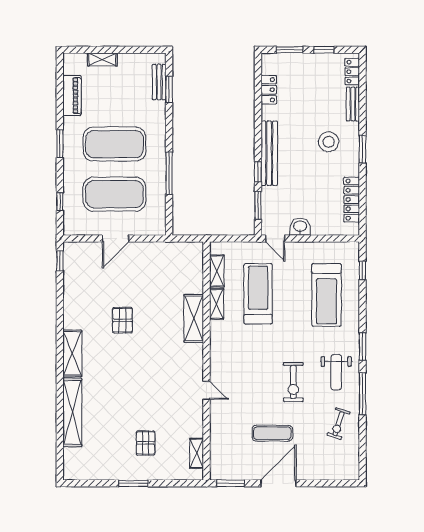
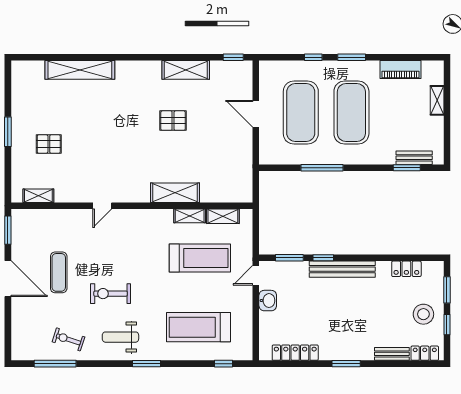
stool: (329, 142) -> (423, 314), moved
window: (60, 202) -> (313, 57), moved
shelving: (72, 353) -> (186, 70), moved
window: (362, 394) -> (55, 364), moved

